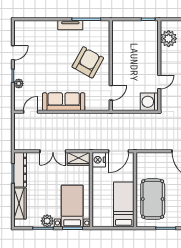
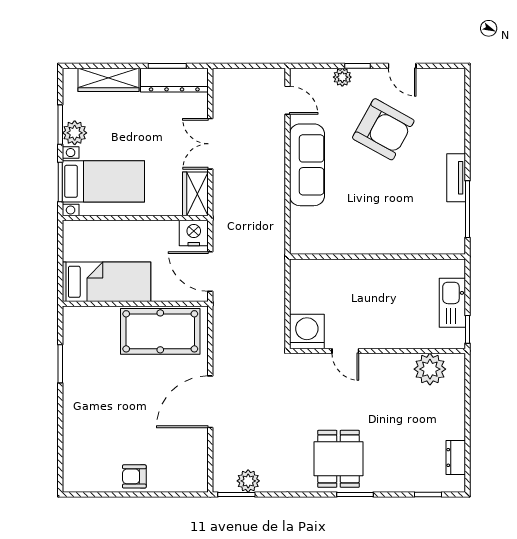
kitchen sink: (134, 27) -> (452, 303), added
armchair: (88, 62) -> (383, 129), moved
door: (111, 93) -> (324, 257), removed
pool table: (153, 199) -> (160, 331), moved

